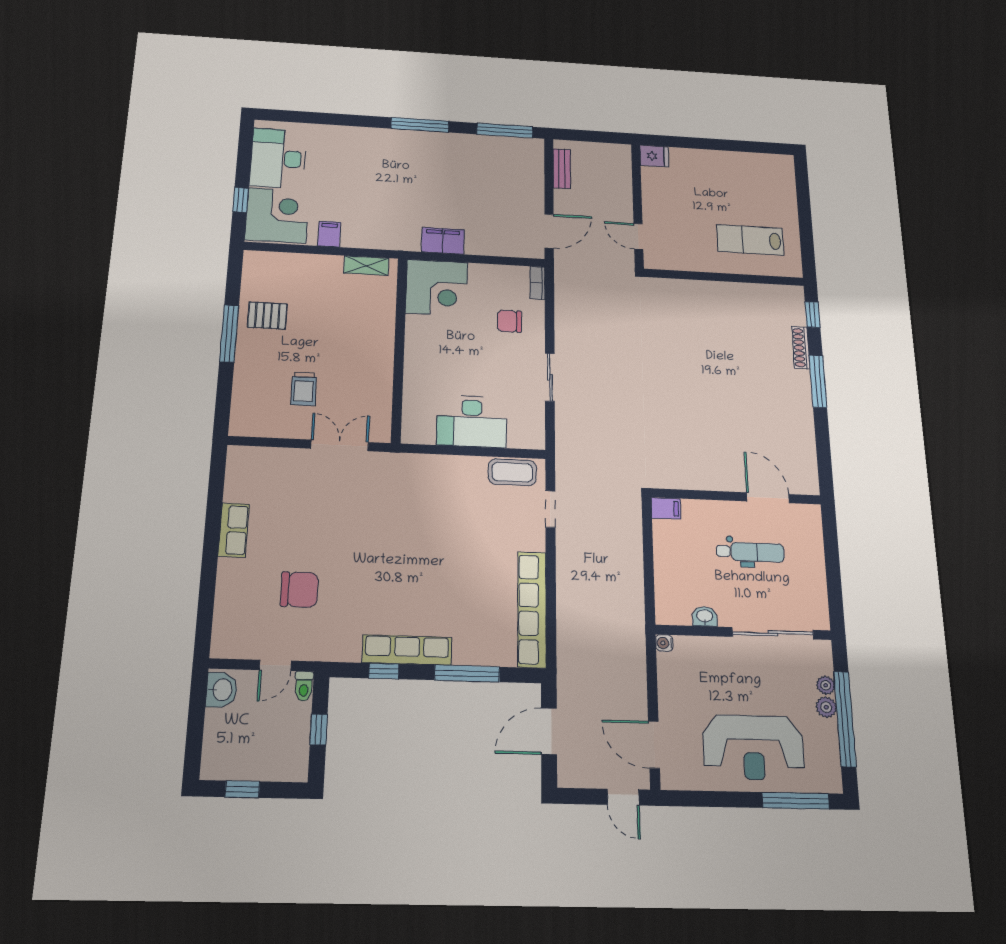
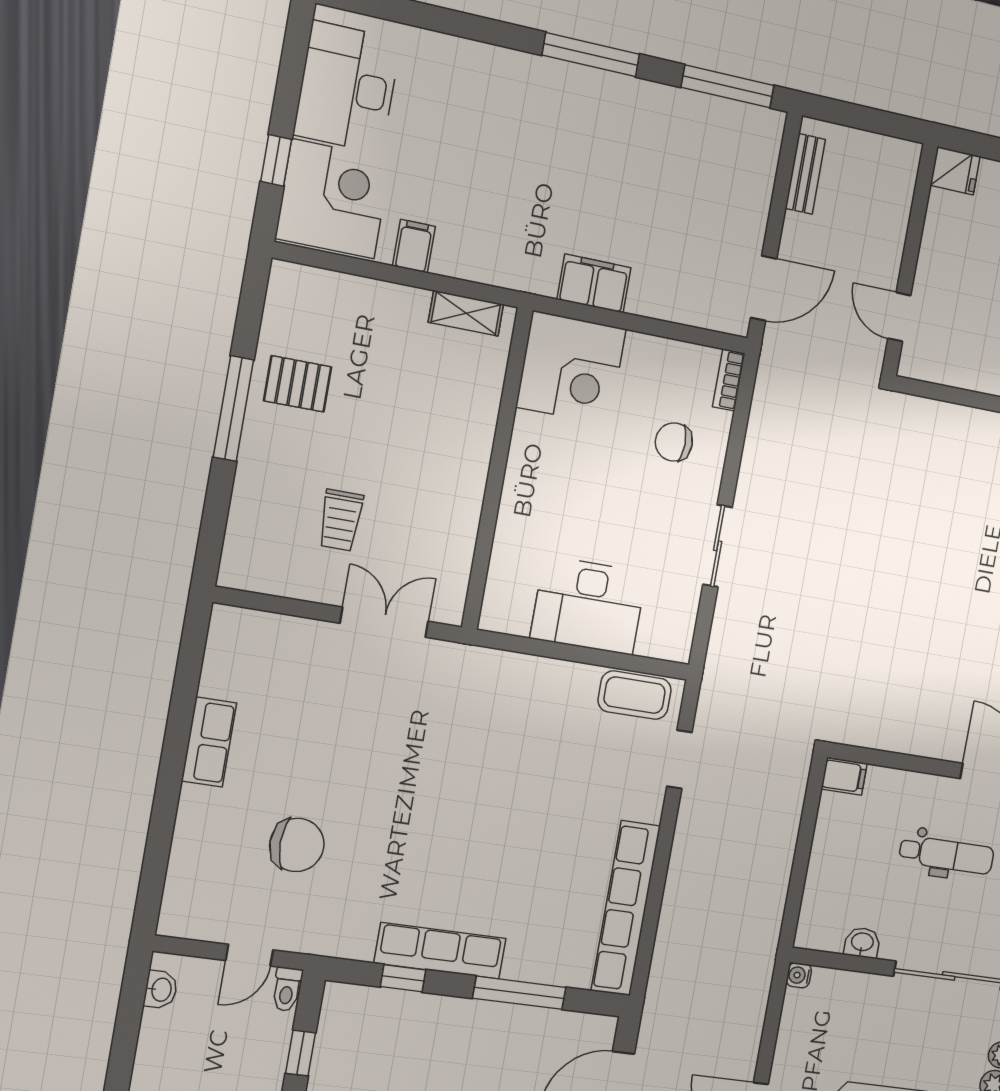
washbasin: (222, 690) -> (161, 990), width x0.72, depth x0.69

